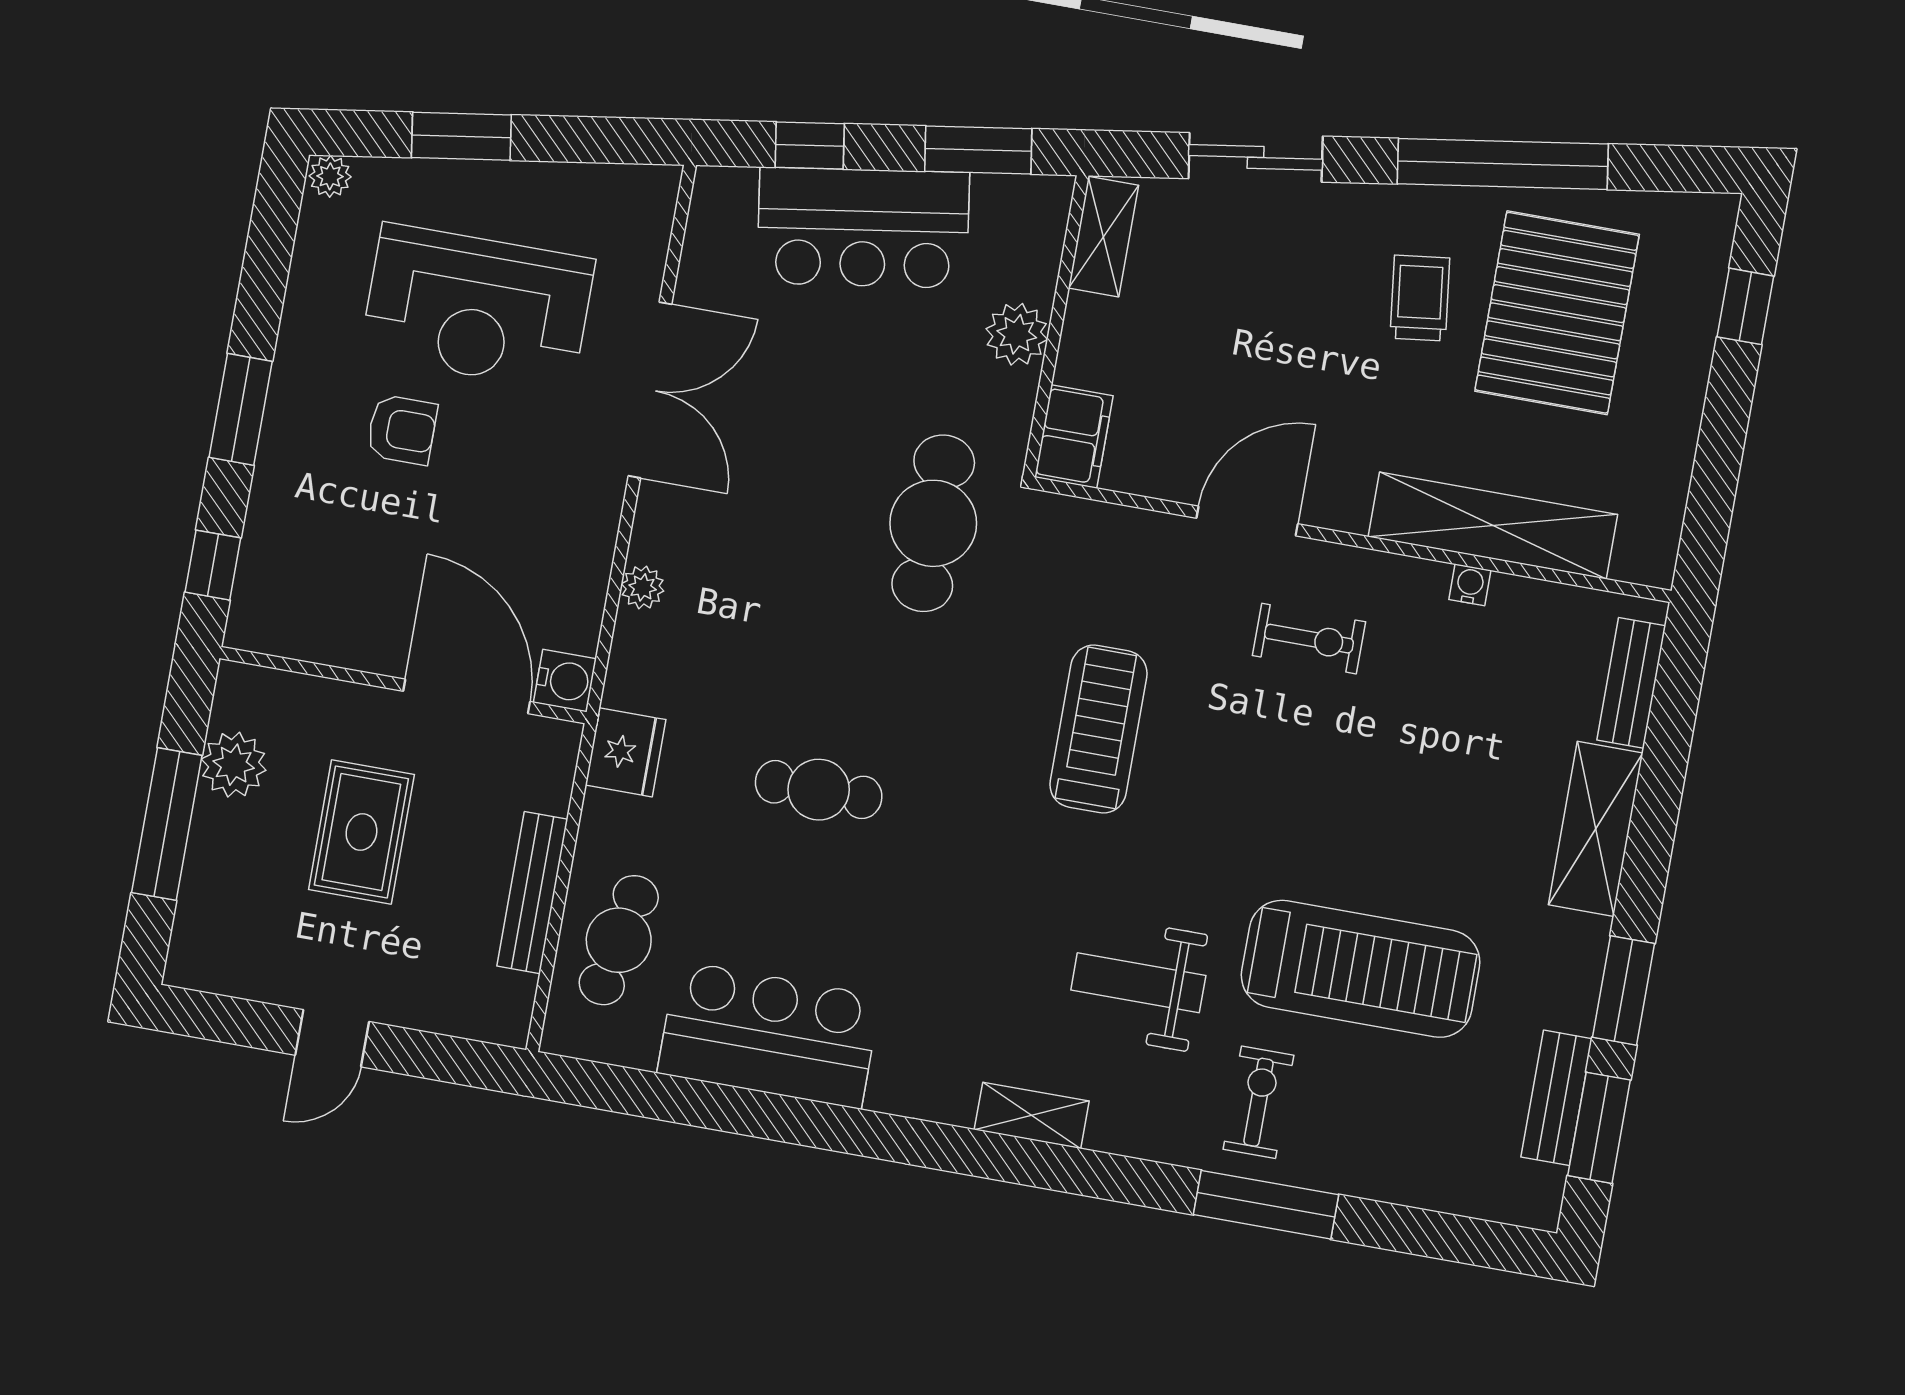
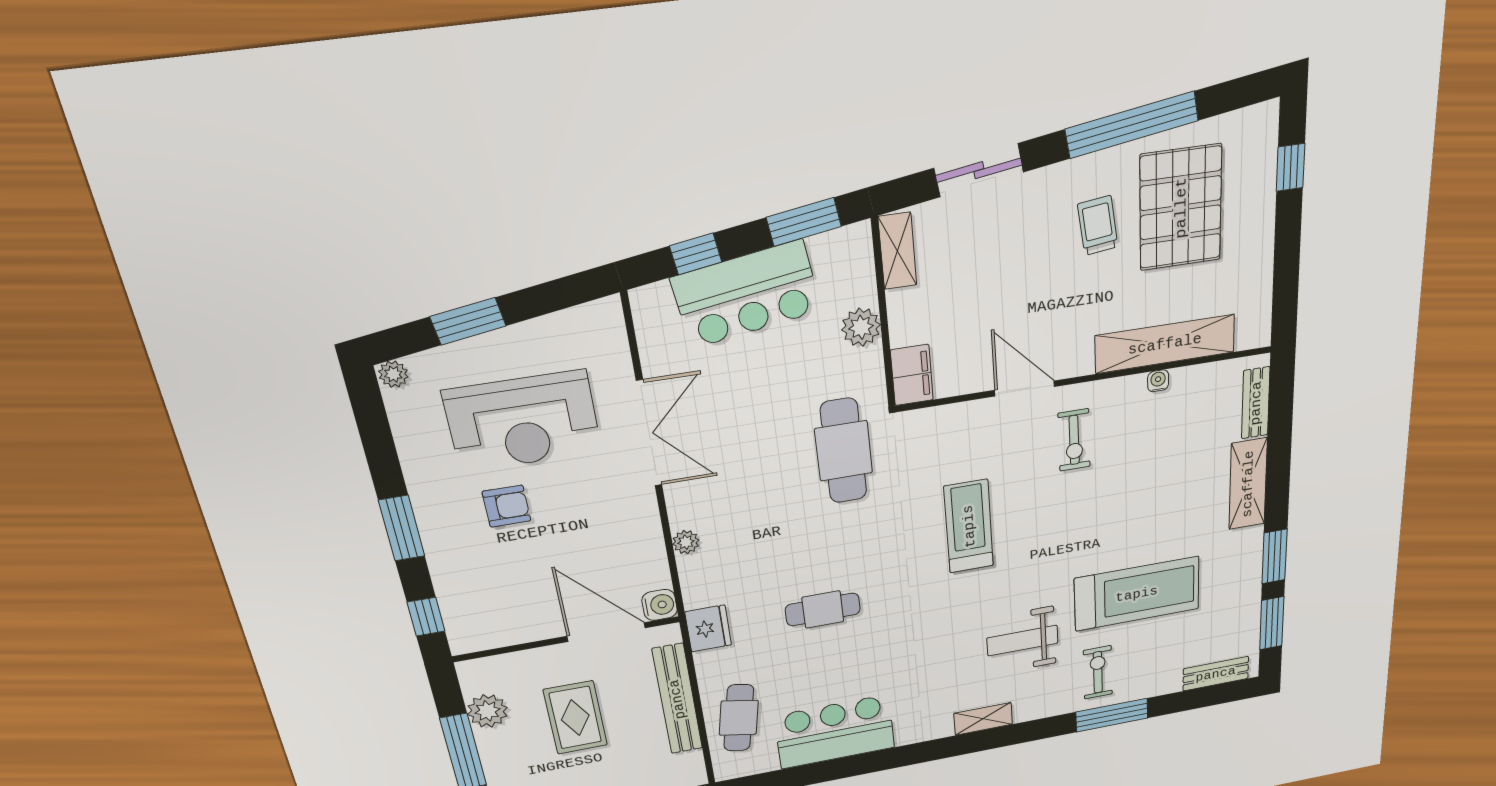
door: (1247, 521) -> (1025, 388), hinge flipped
exercise bike: (1309, 639) -> (1074, 440), turned 90
bench: (532, 893) -> (677, 699), width x1.37, depth x1.21
bench: (1556, 1098) -> (1216, 674), moved, turned 90

